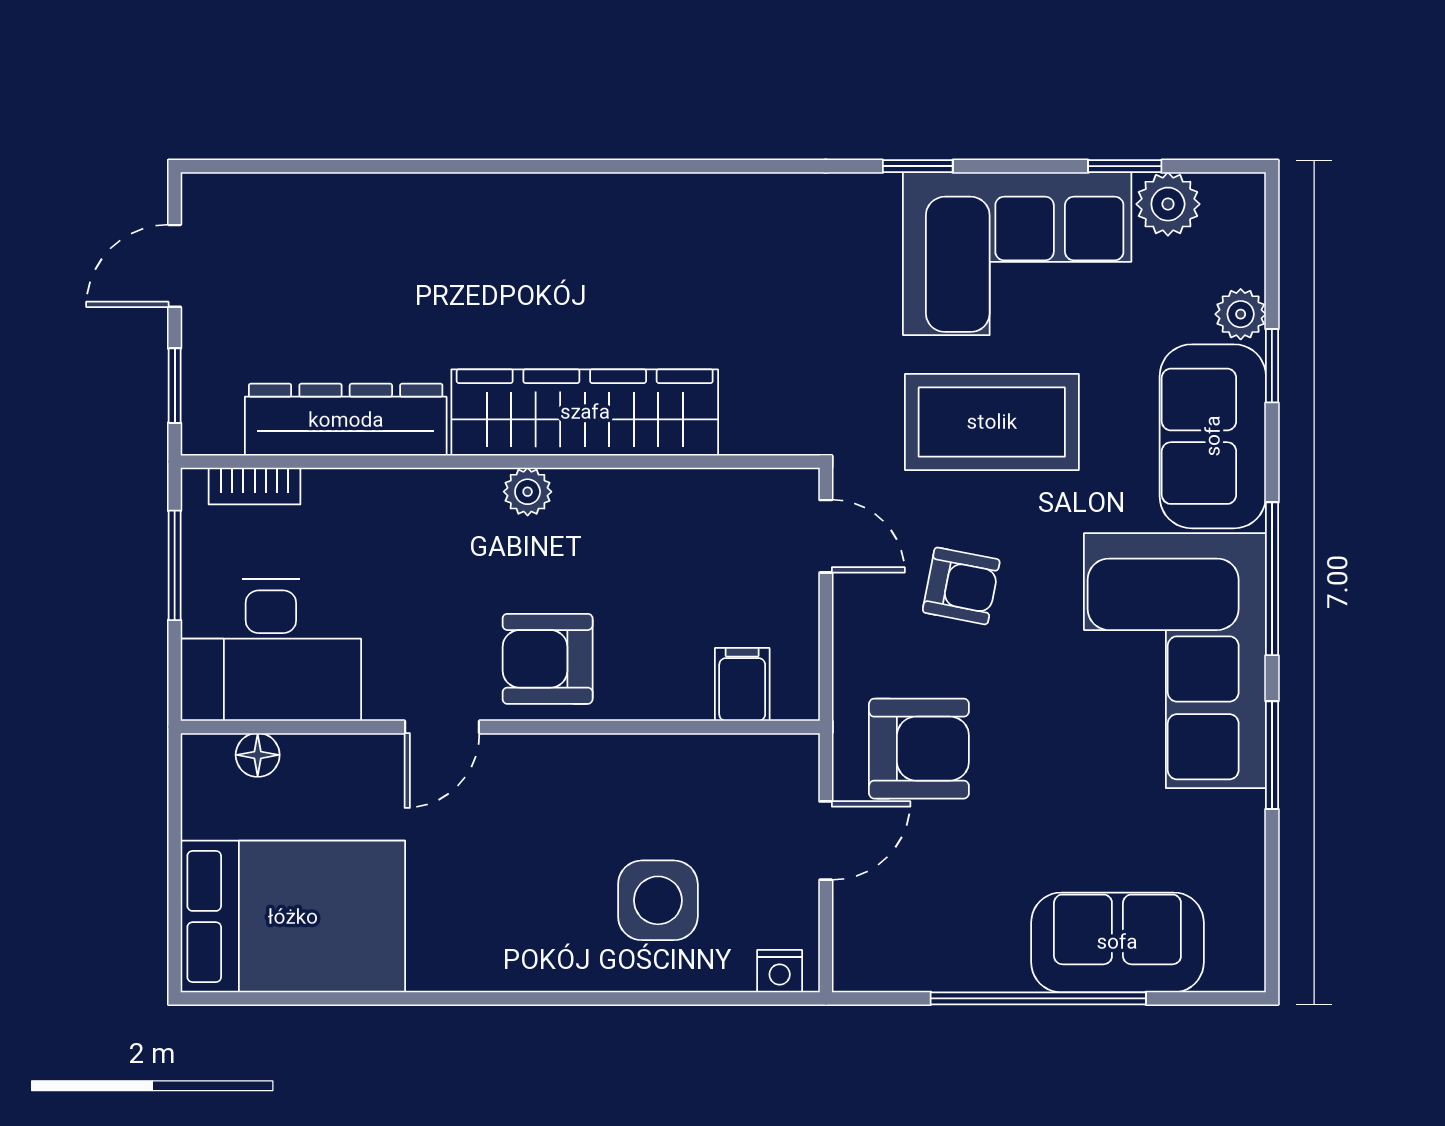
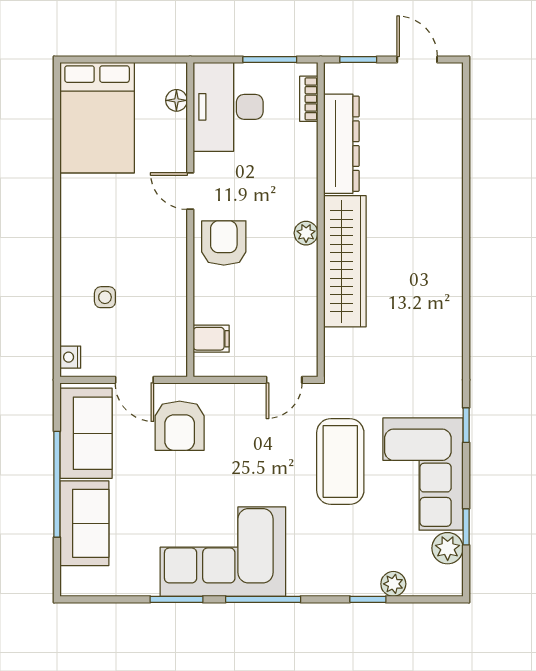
sofa: (1213, 436) -> (86, 433), moved, turned 90
armchair: (961, 586) -> (260, 446), removed
side table: (658, 900) -> (105, 297), width x0.54, depth x0.54

